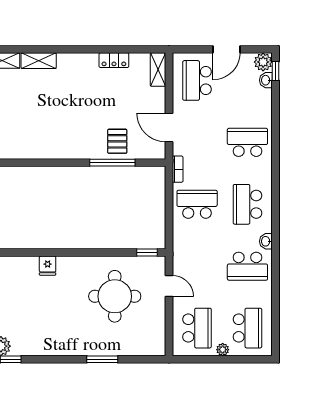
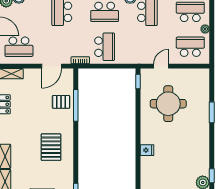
pallet: (52, 127) -> (51, 147), added
school desk: (197, 204) -> (105, 47), turned 180

